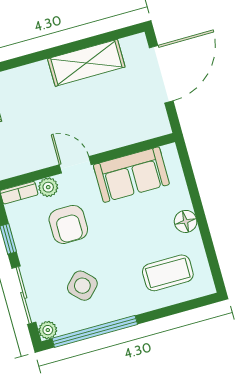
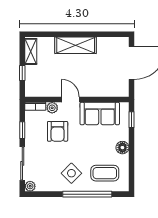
shelving: (86, 63) -> (76, 45), moved
window: (188, 170) -> (131, 120), added
side table: (82, 286) -> (71, 173), moved
window: (95, 331) -> (87, 194), moved

